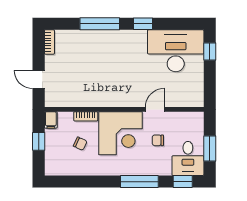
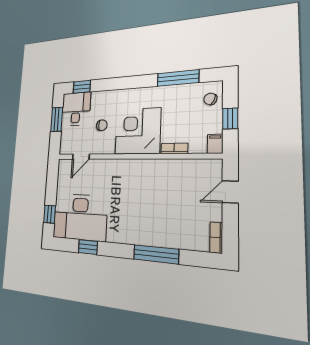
window: (143, 24) -> (88, 247), moved
door: (39, 80) -> (230, 192), swing flipped
door: (155, 109) -> (81, 157), moved
chair: (80, 144) -> (210, 99), moved
window: (139, 182) -> (178, 78), moved

